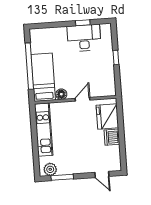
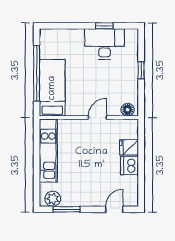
floor lamp: (61, 94) -> (128, 110), moved
fridge: (107, 117) -> (129, 147), width x0.53, depth x0.75
door: (102, 174) -> (114, 209), swing flipped

